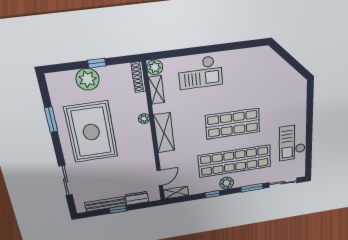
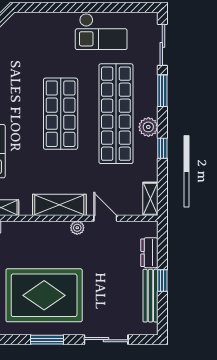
plant: (144, 119) -> (77, 228), moved
window: (51, 120) -> (47, 340), moved
door: (160, 178) -> (105, 218), moved

